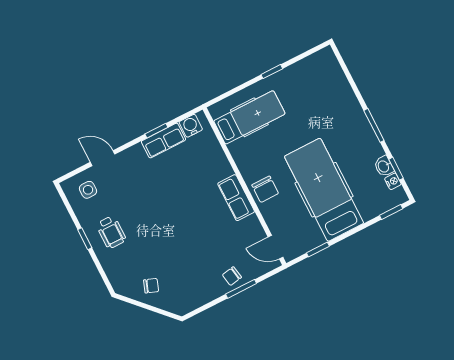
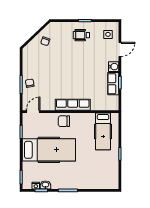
water cooler: (191, 126) -> (114, 67), moved
row of seats: (236, 198) -> (73, 105), width x1.48

